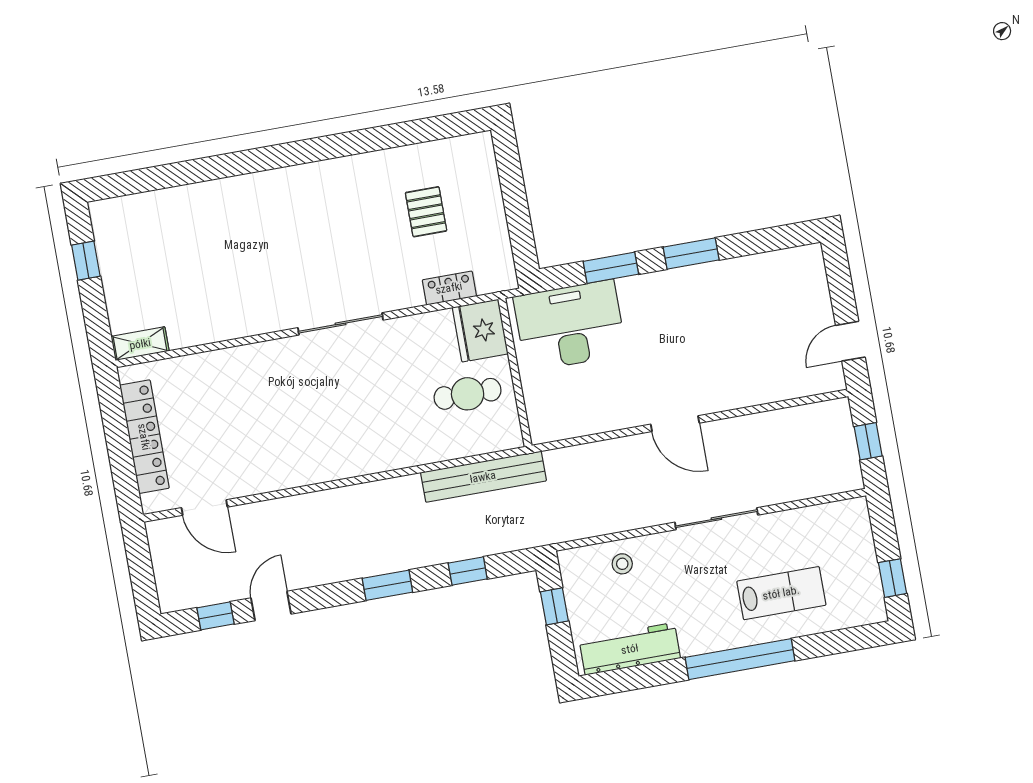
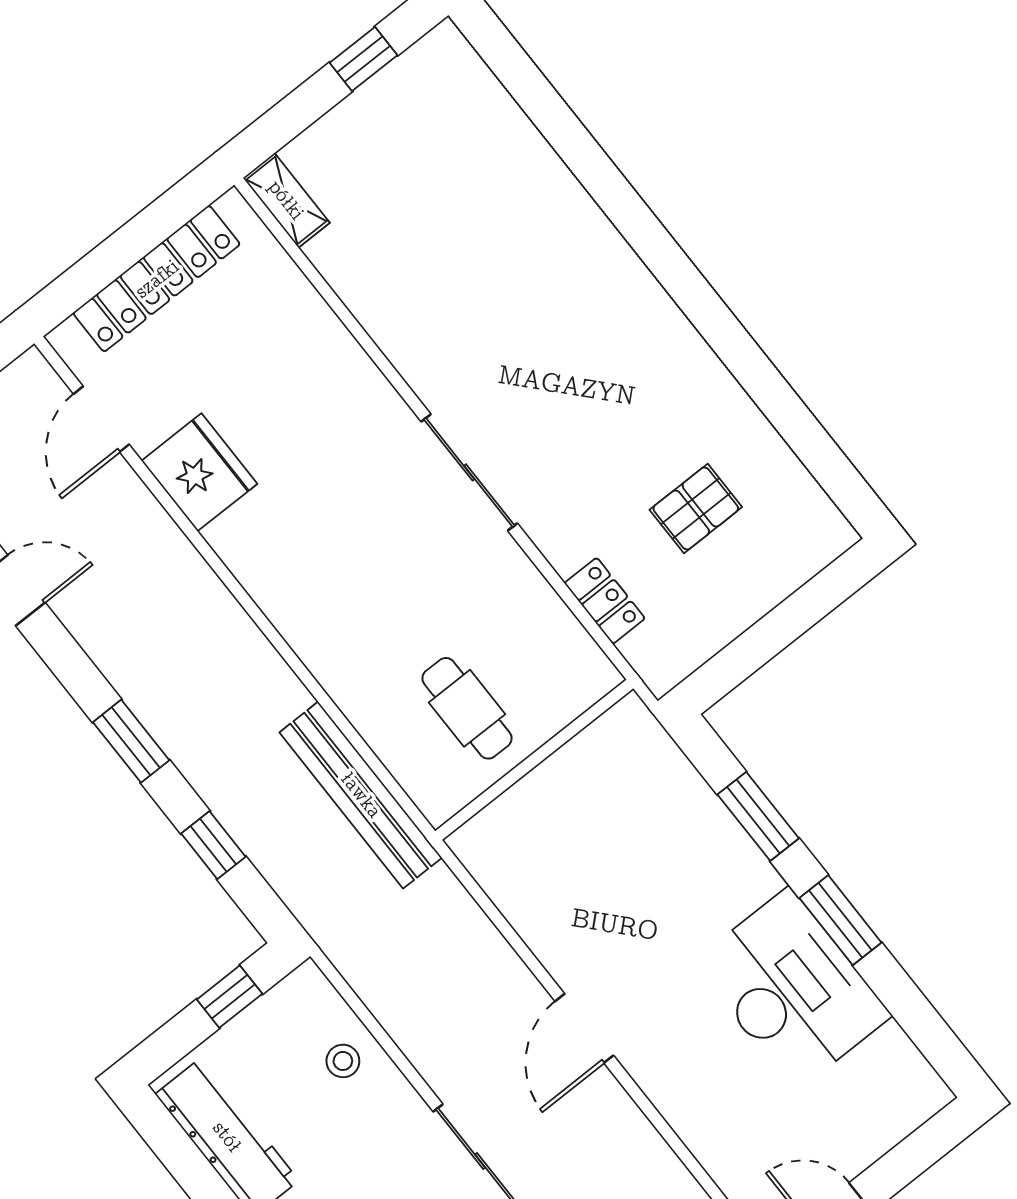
desk: (570, 326) -> (792, 989), moved
fridge: (480, 331) -> (199, 472), moved, turned 90

